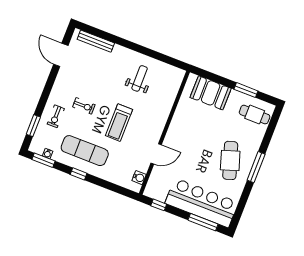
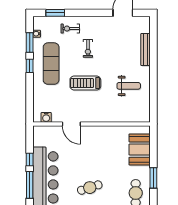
bench: (96, 41) -> (145, 50), moved
window: (43, 160) -> (30, 43), moved
cafe table: (230, 160) -> (90, 188), width x0.73, depth x0.74
window: (159, 205) -> (30, 159), moved

